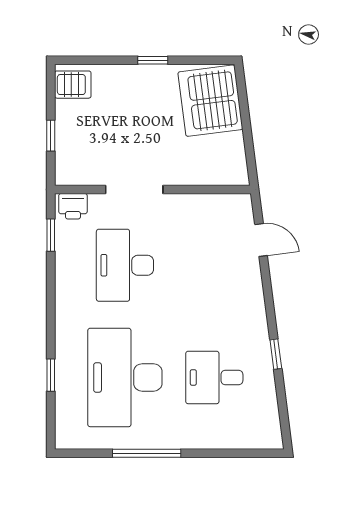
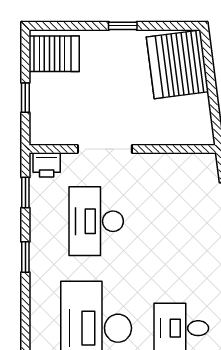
server rack: (73, 85) -> (54, 54), width x1.36, depth x1.44
window: (51, 375) -> (25, 257), moved

